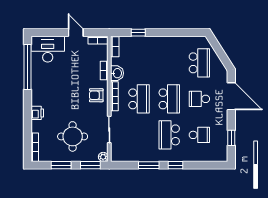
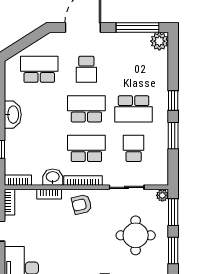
washbasin: (165, 43) -> (13, 115), added
armchair: (96, 95) -> (82, 204), turned 76
school desk: (199, 135) -> (134, 148), moved
window: (231, 138) -> (138, 27), width x2.17
plant: (221, 155) -> (159, 41), added

